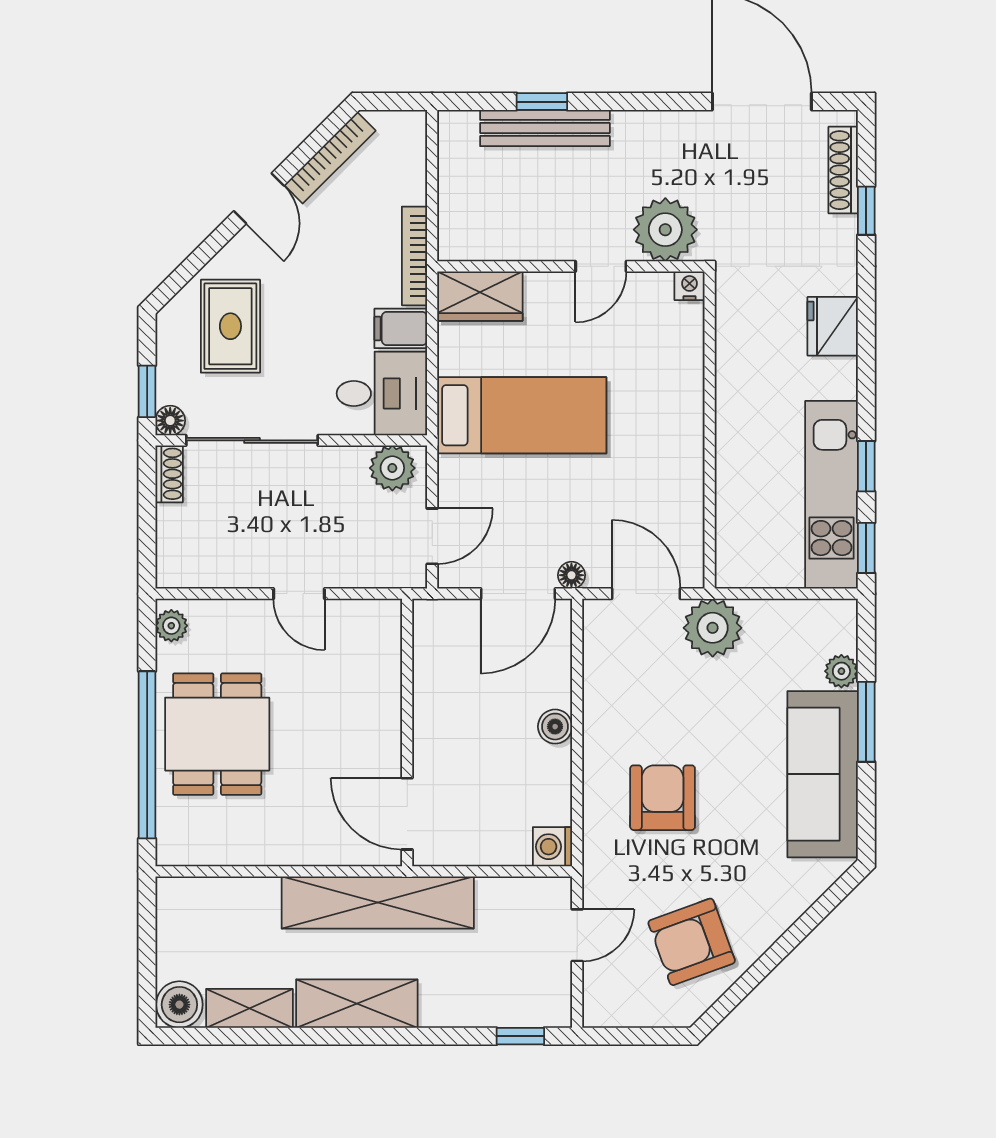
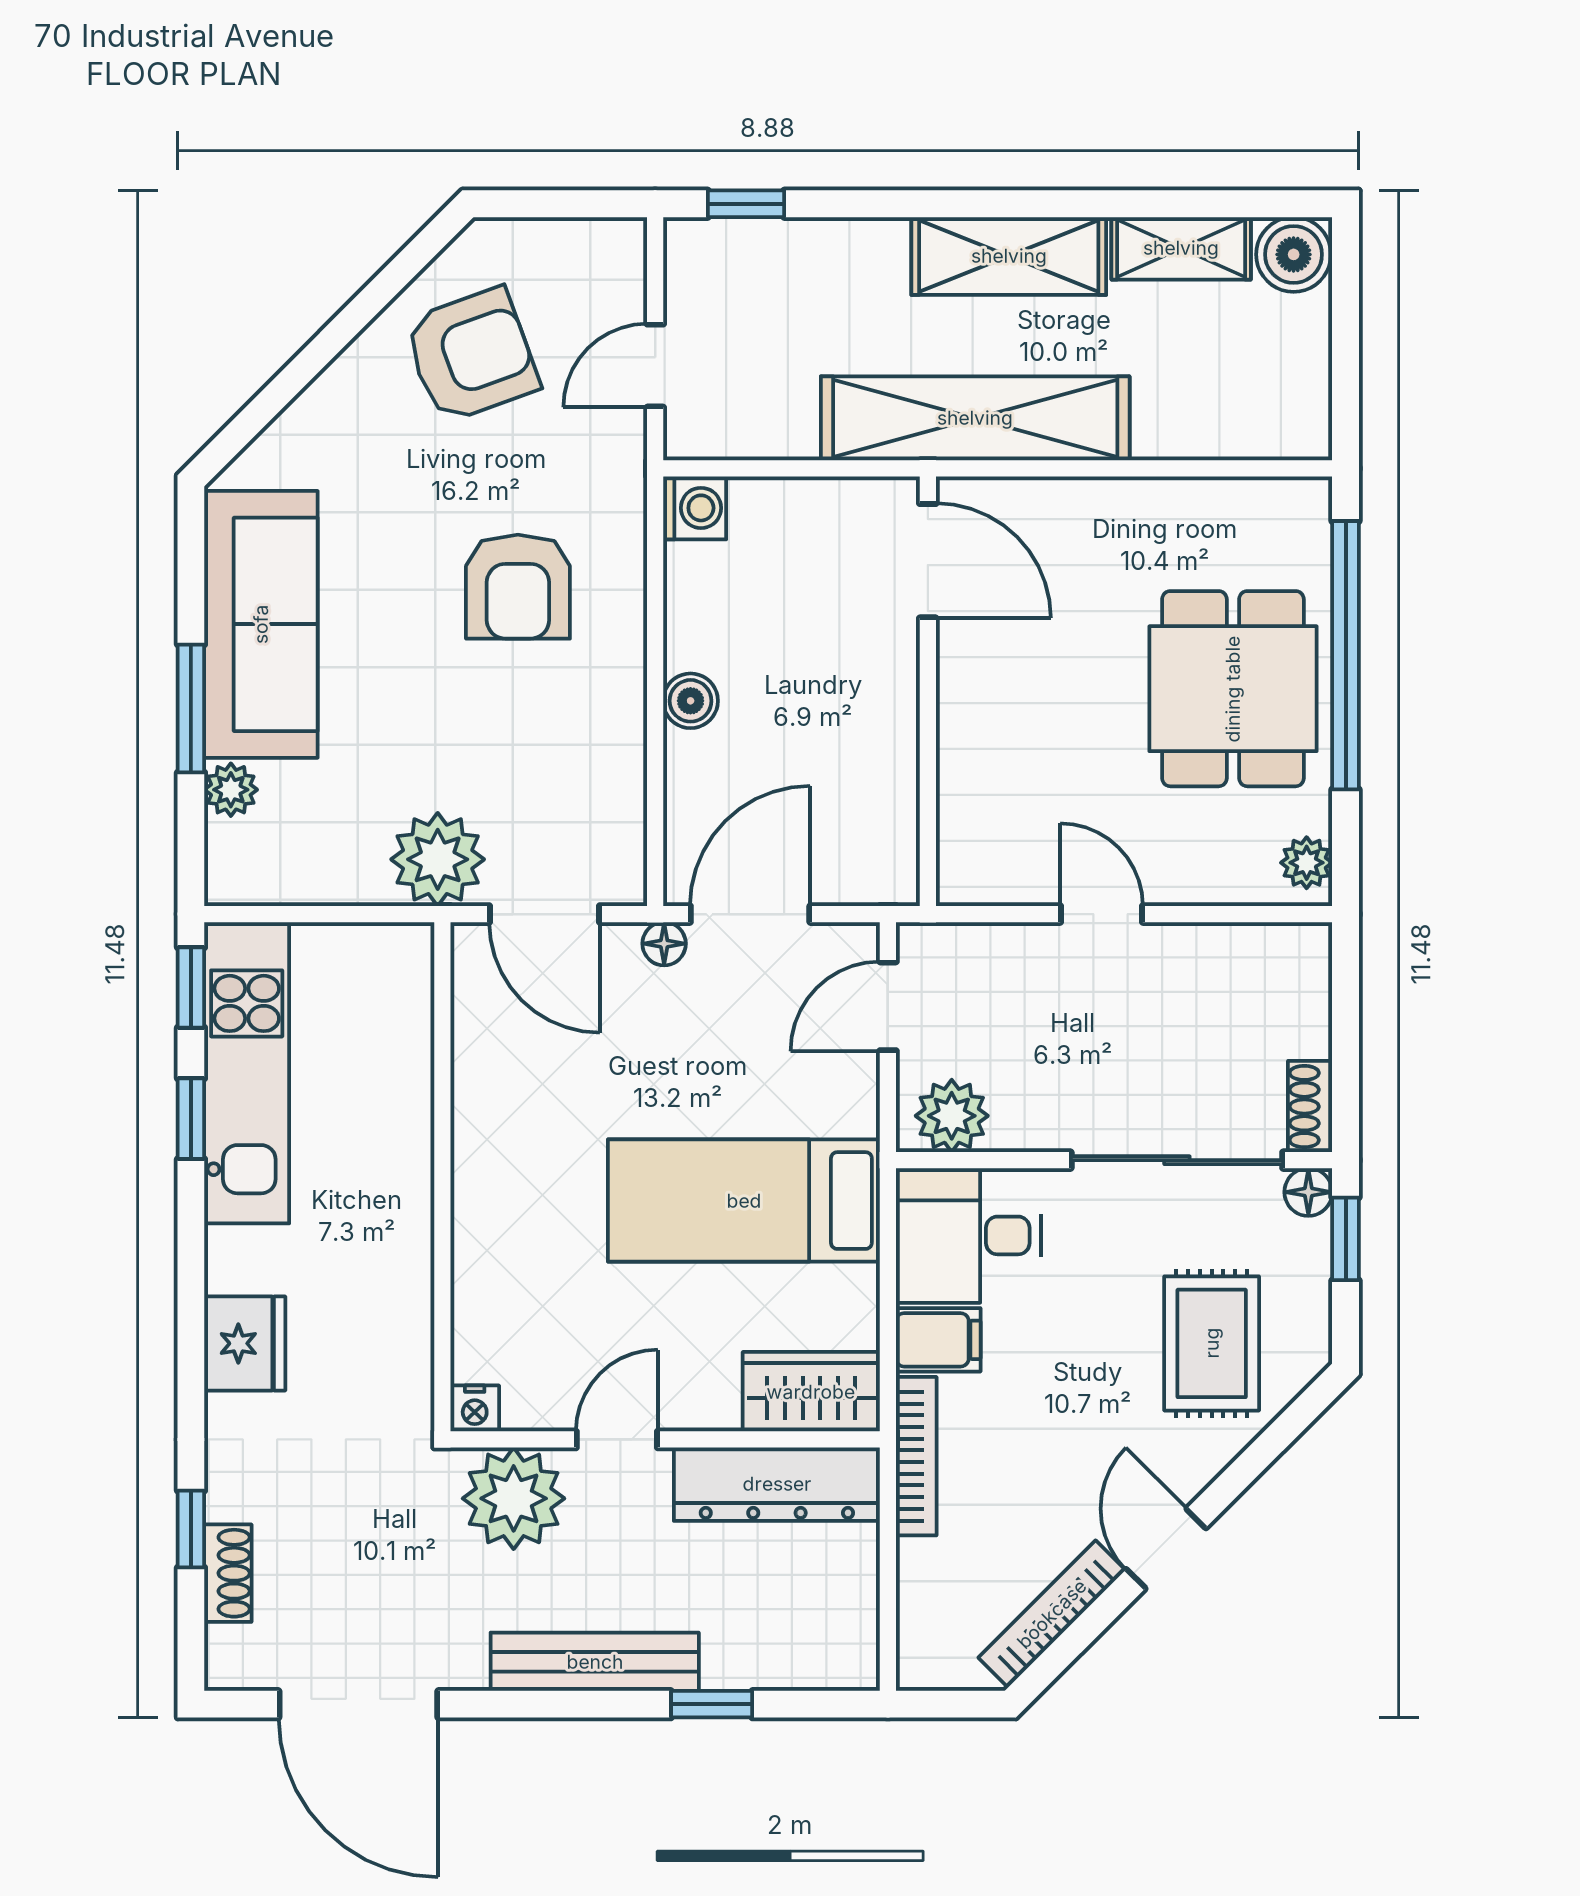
bench: (545, 128) -> (595, 1662), moved
shoe rack: (843, 170) -> (228, 1573), width x0.70
dresser: (501, 239) -> (777, 1484), added

